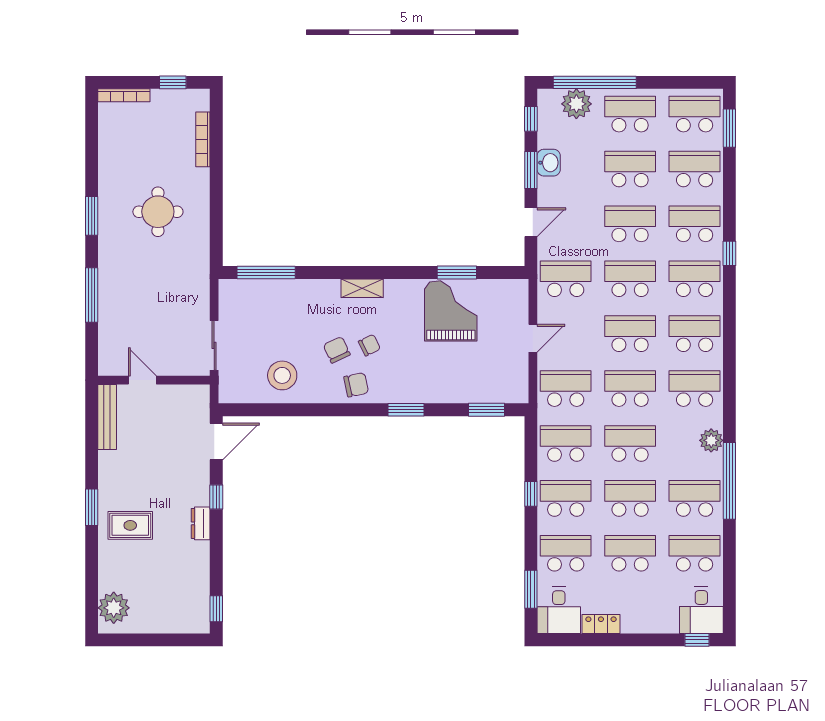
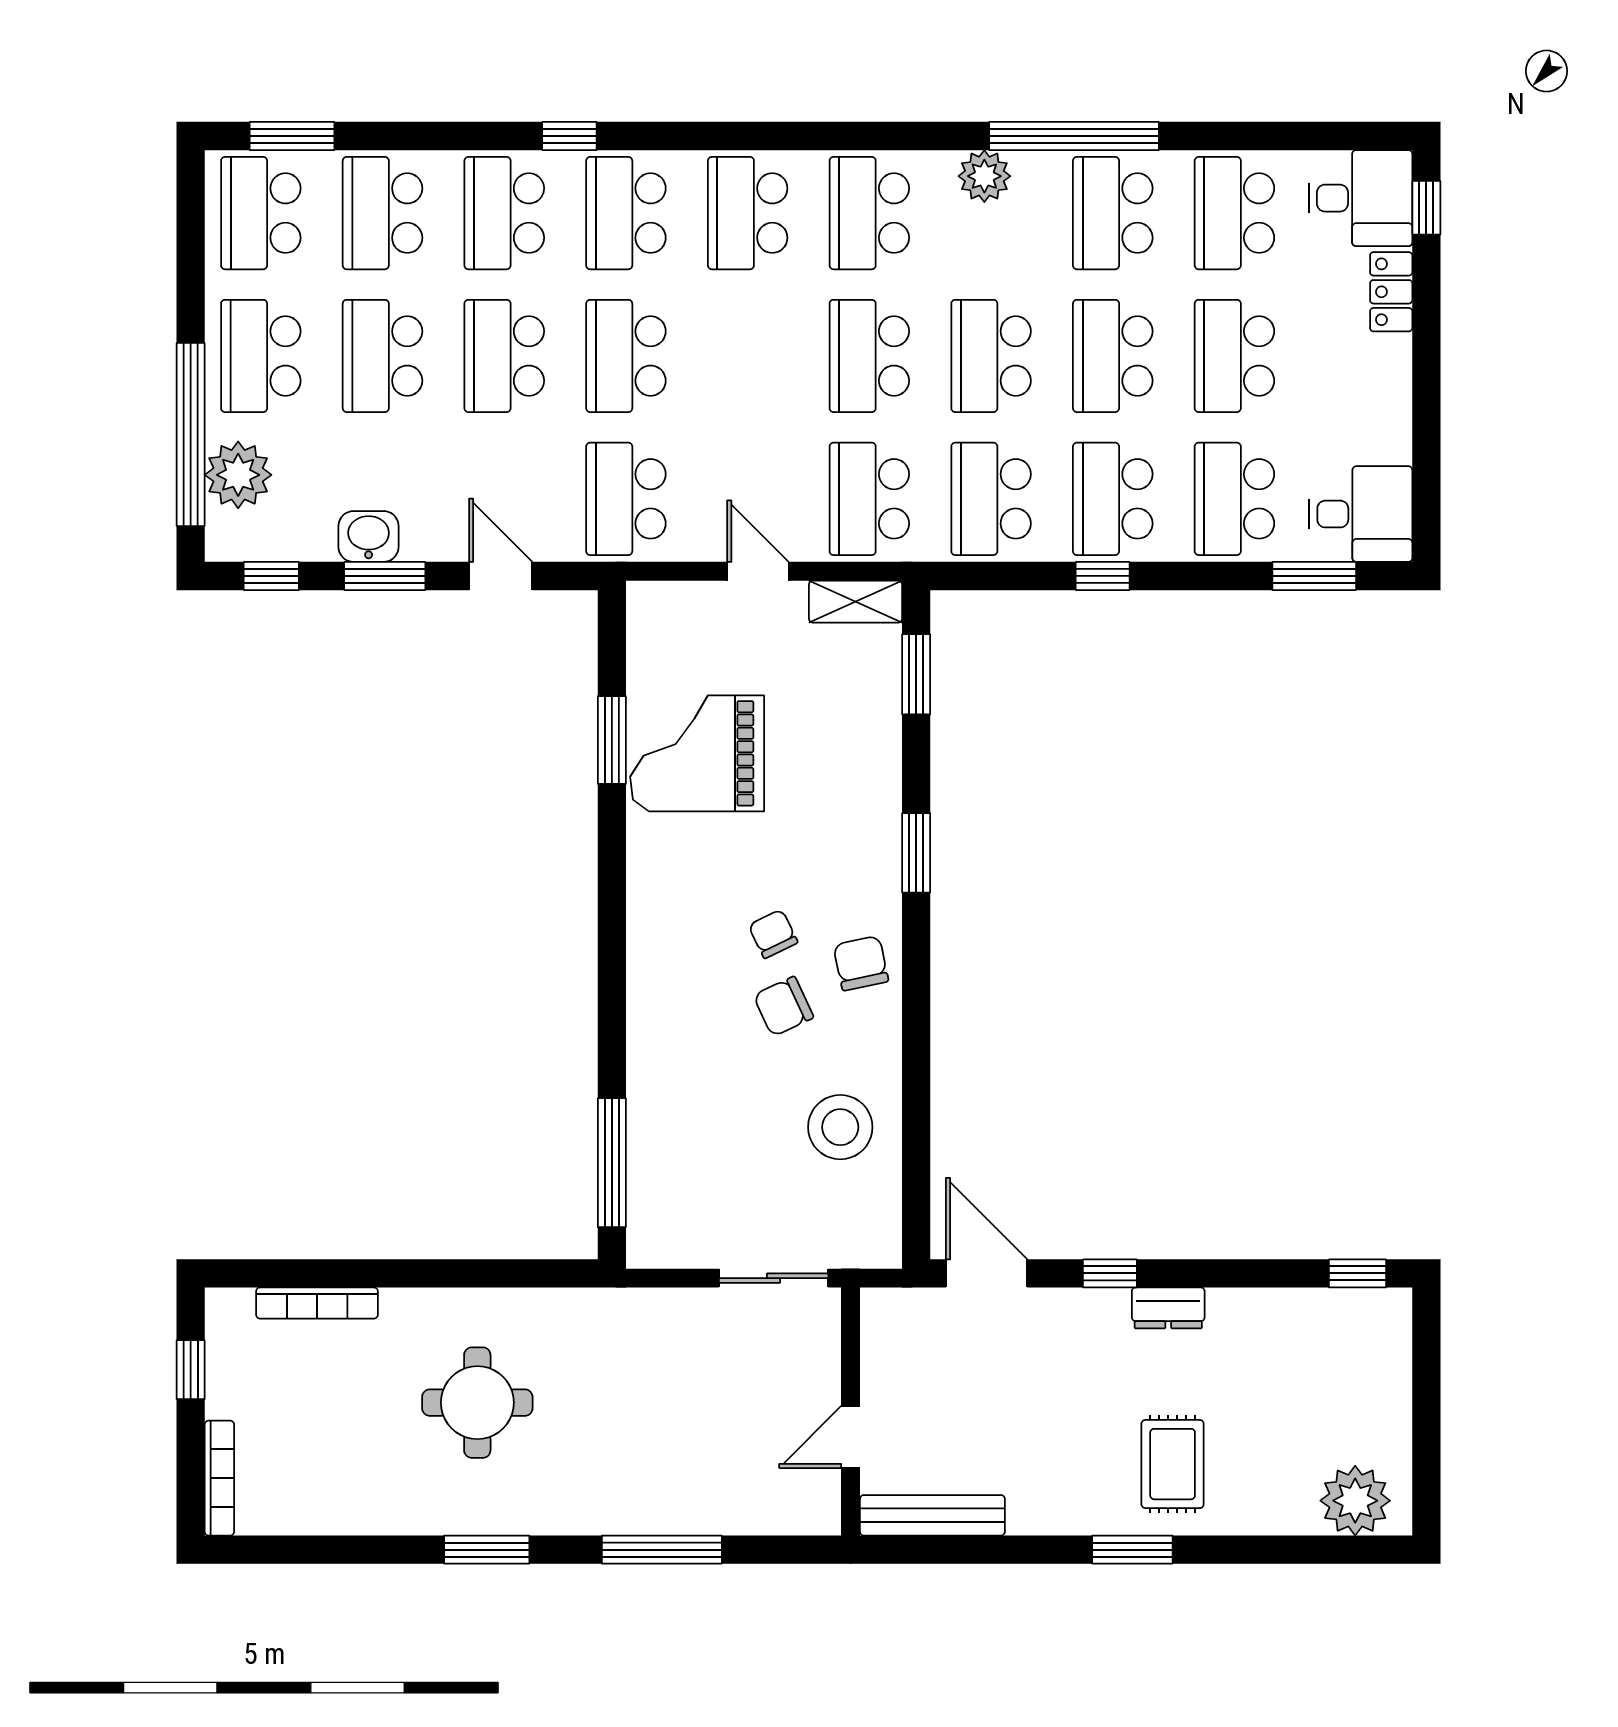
shelving: (362, 288) -> (856, 602), moved, turned 90
school desk: (630, 334) -> (748, 356), removed
locker: (601, 624) -> (1391, 292), moved

